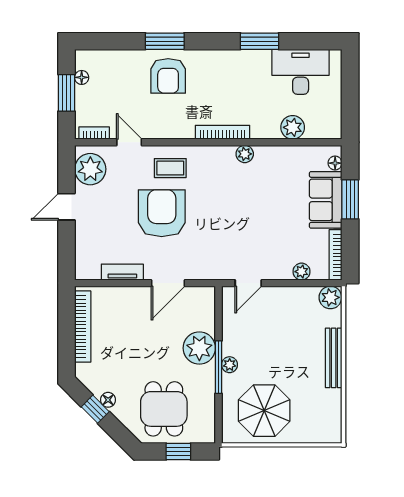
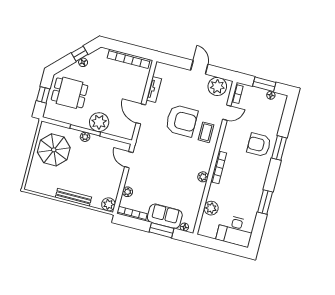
desk: (301, 72) -> (235, 231), moved, turned 90

